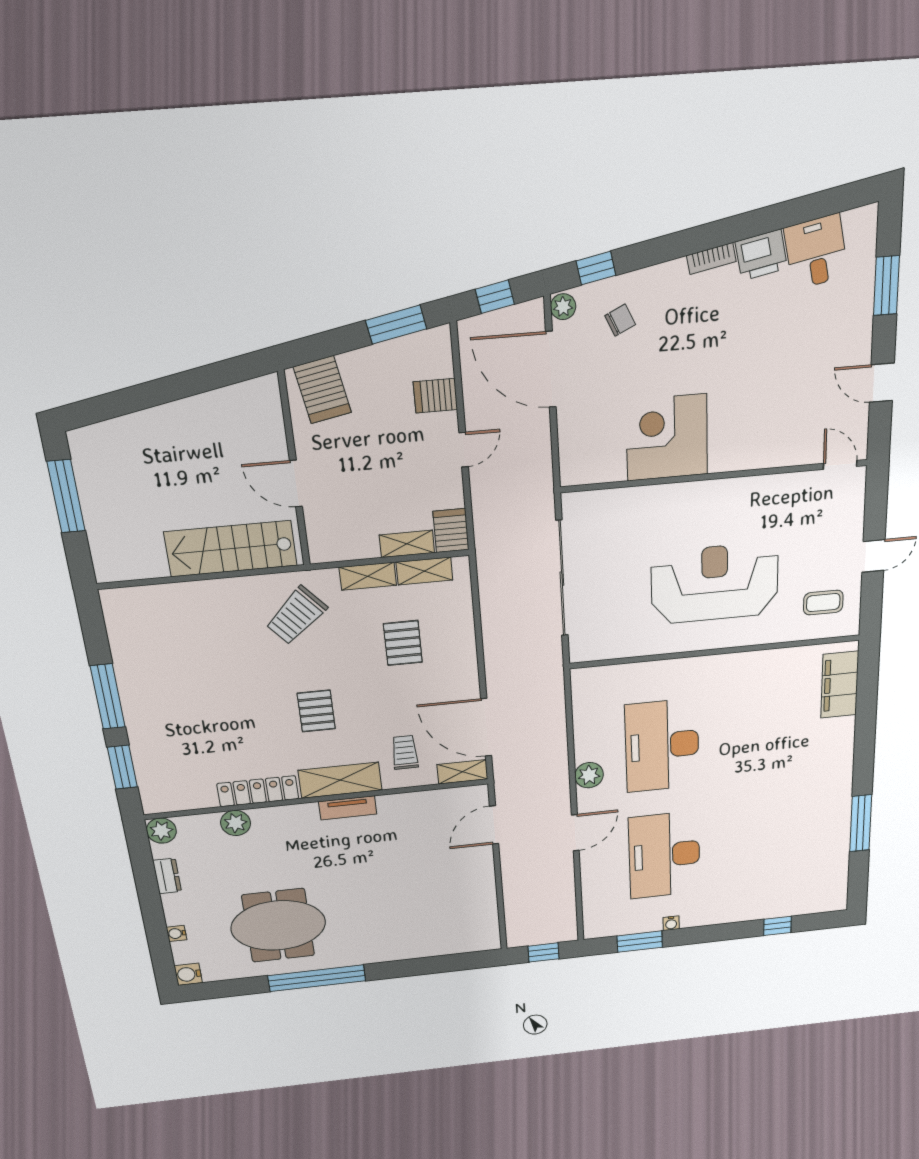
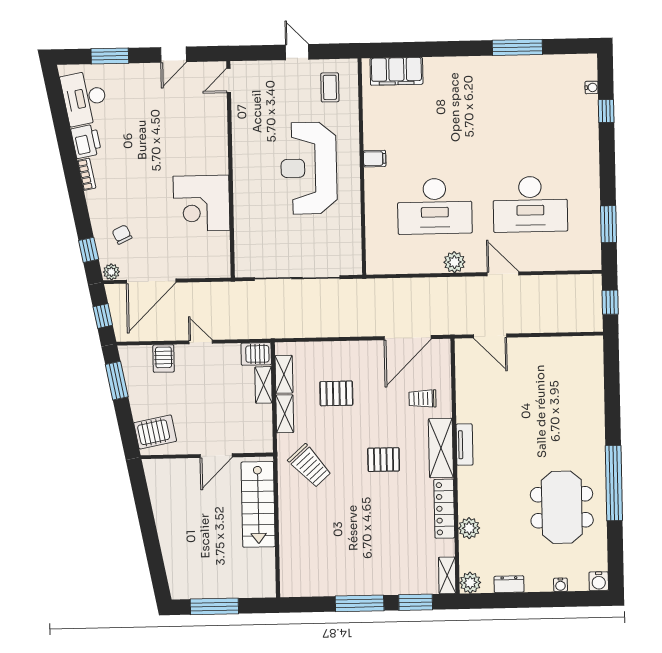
desk: (816, 252) -> (85, 98), width x1.37
filing cabinet: (726, 667) -> (375, 159), added
shelving: (462, 772) -> (447, 575), moved
water cooler: (671, 923) -> (592, 87), moved

